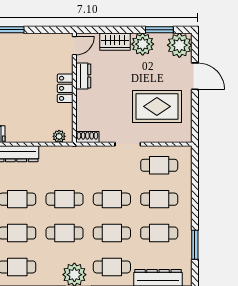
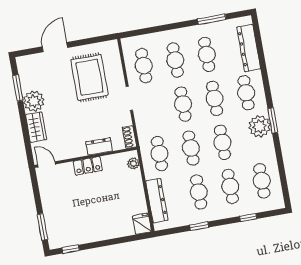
plant: (179, 45) -> (29, 67), removed
dresser: (83, 76) -> (99, 146), moved
cafe table: (65, 165) -> (159, 154), added

